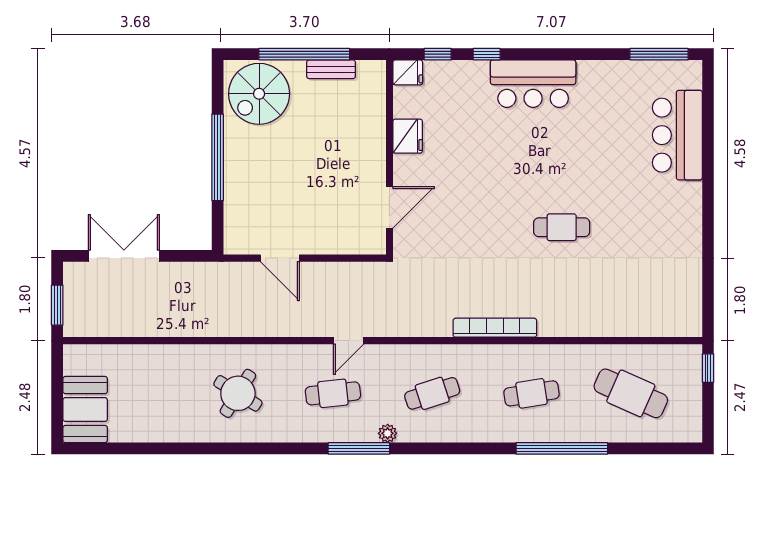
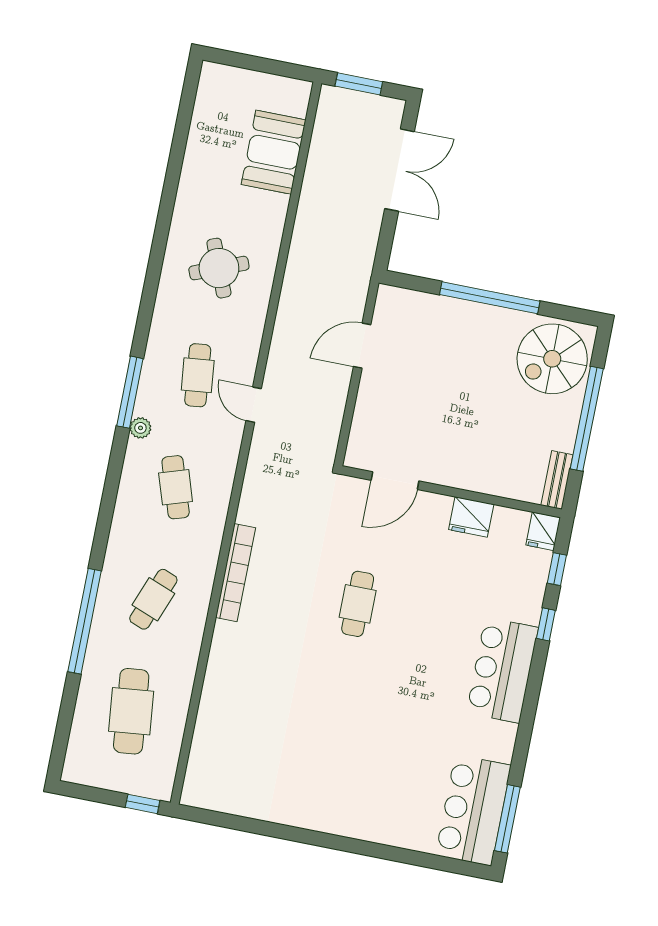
bench: (331, 69) -> (557, 480), moved
spiral stairs: (259, 94) -> (552, 359), turned -90
bar counter: (677, 135) -> (473, 810), moved, turned -90
door: (389, 207) -> (395, 481), hinge flipped
cafe table: (562, 227) -> (358, 604), moved
round table: (238, 393) -> (219, 268), turned 36
cafe table: (532, 393) -> (153, 599), turned 30
cafe table: (631, 393) -> (131, 711), turned -30
booth: (85, 410) -> (274, 152), moved, turned 90

